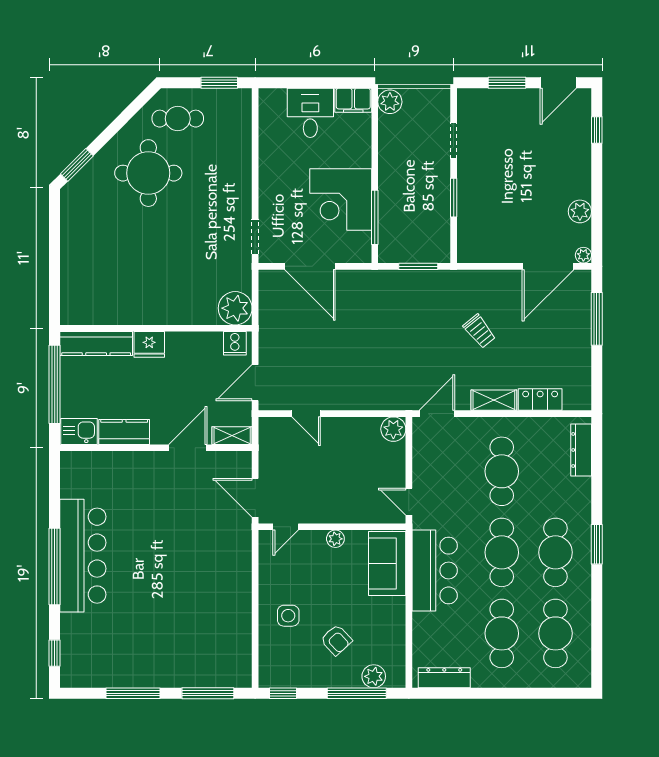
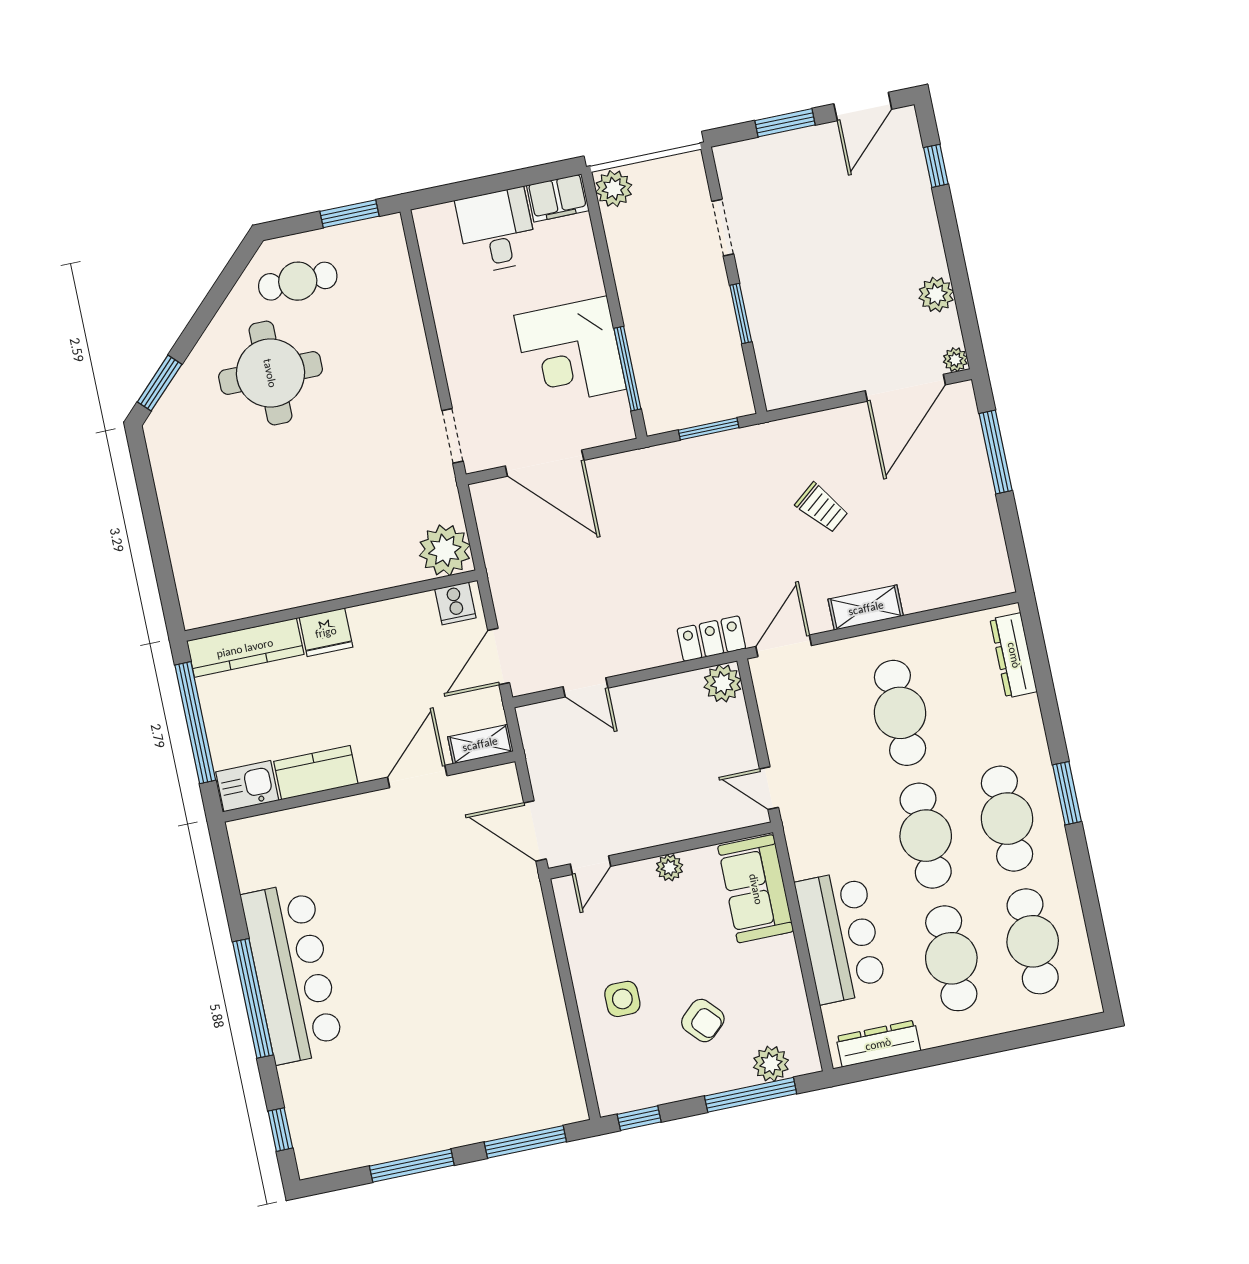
locker: (540, 399) -> (711, 639), moved
bar counter: (435, 571) -> (841, 937), moved

